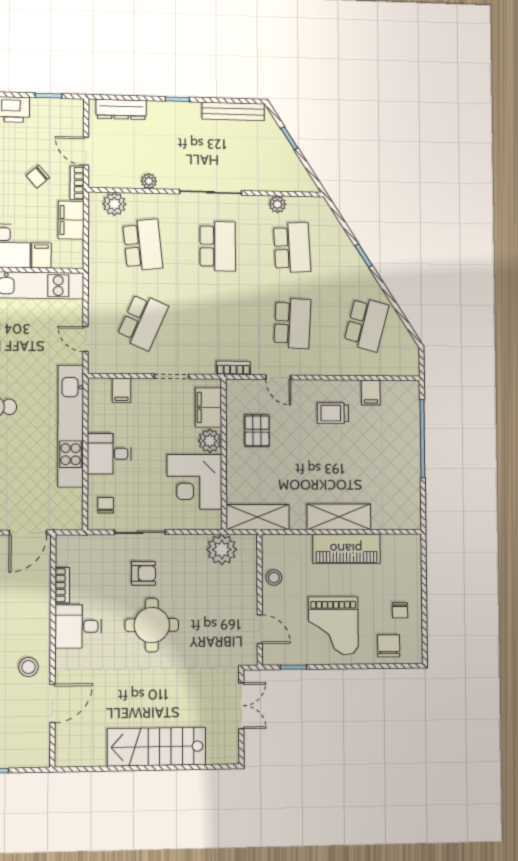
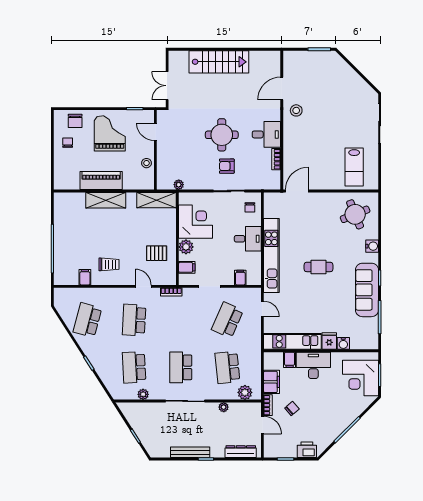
bench: (233, 111) -> (190, 452), moved
filing cabinet: (208, 407) -> (187, 267), width x0.50
pallet: (257, 431) -> (157, 253), turned 90
plant: (222, 550) -> (179, 185), width x0.53, depth x0.53

